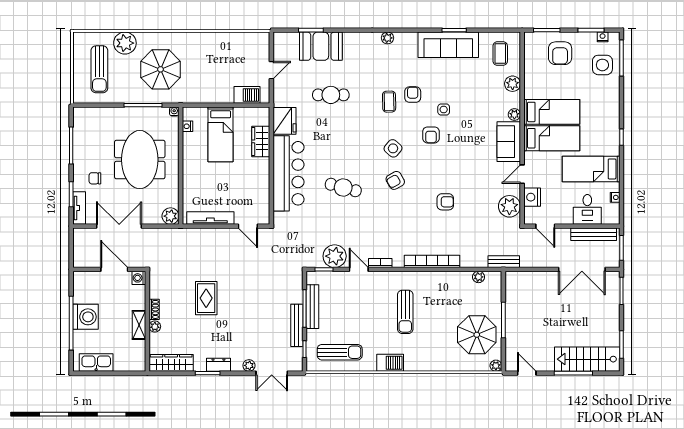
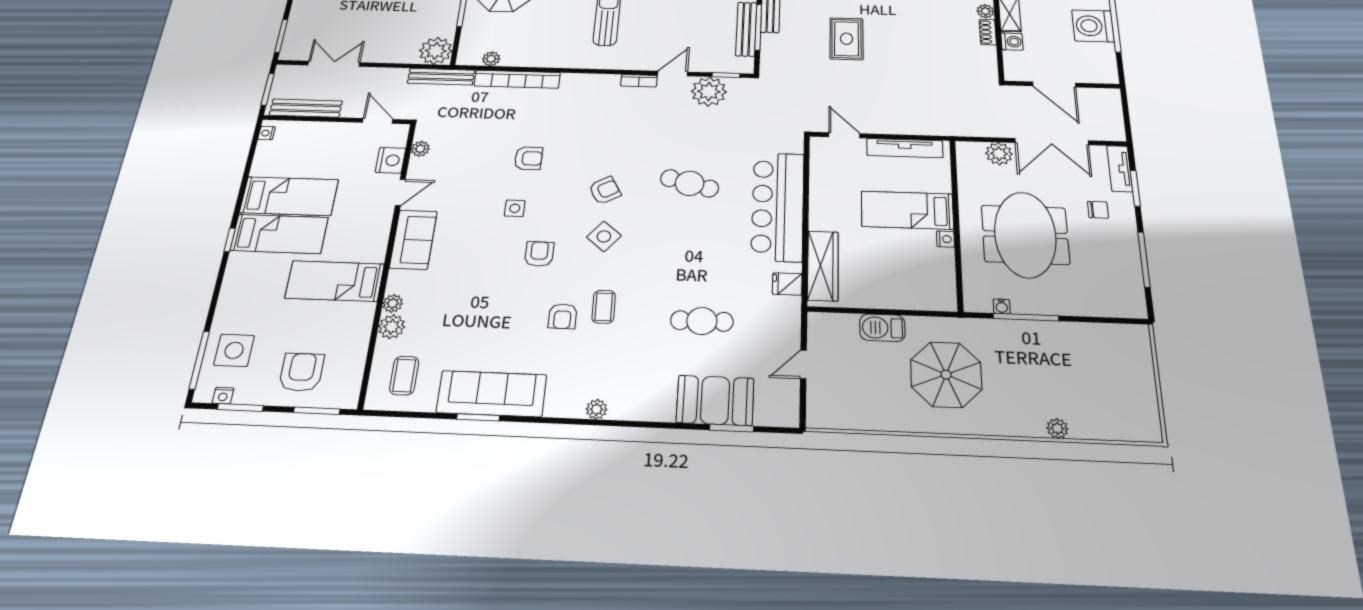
plant: (125, 43) -> (1057, 428), width x0.53, depth x0.53
sun lounger: (99, 69) -> (1108, 378), removed
parasol: (161, 69) -> (946, 375), moved
barbecue: (247, 95) -> (882, 328), moved
side table: (444, 110) -> (515, 208), moved
water cooler: (174, 111) -> (1002, 306), moved
plant: (514, 115) -> (393, 303), moved
fridge: (285, 121) -> (787, 284), width x0.53, depth x0.75
nightstand: (187, 126) -> (946, 239), moved
bed: (221, 134) -> (907, 210), moved, turned -90
bed: (552, 138) -> (279, 234), moved, turned 180
wardrobe: (261, 141) -> (823, 266), width x1.50
nightstand: (615, 197) -> (267, 133), moved
armchair: (445, 202) -> (528, 158), turned 180
plant: (509, 206) -> (420, 149), width x0.53, depth x0.53
desk: (587, 209) -> (308, 141), removed
plant: (170, 216) -> (999, 154), moved
bookcase: (432, 261) -> (517, 79), moved
bench: (504, 262) -> (441, 77), width x1.36
door: (359, 269) -> (673, 74), swing flipped
double door: (582, 269) -> (334, 64), width x0.73
washing machine: (139, 278) -> (1012, 42), moved
plant: (516, 282) -> (436, 51), added
rug: (206, 298) -> (846, 39), moved

